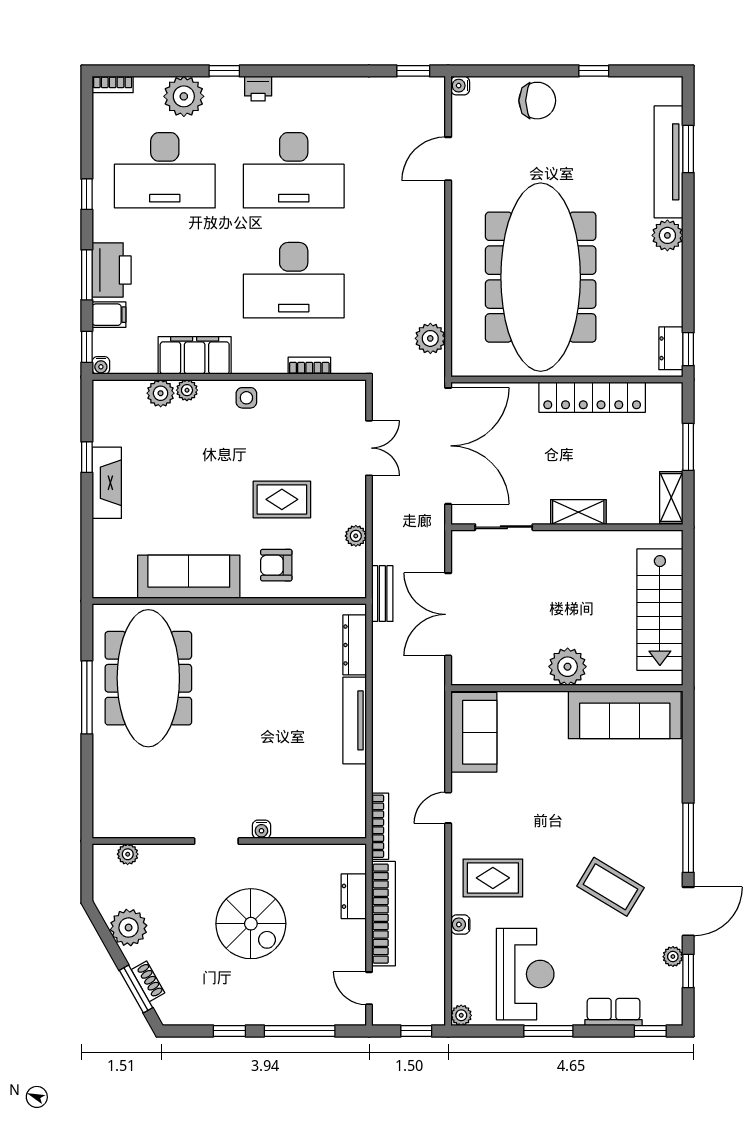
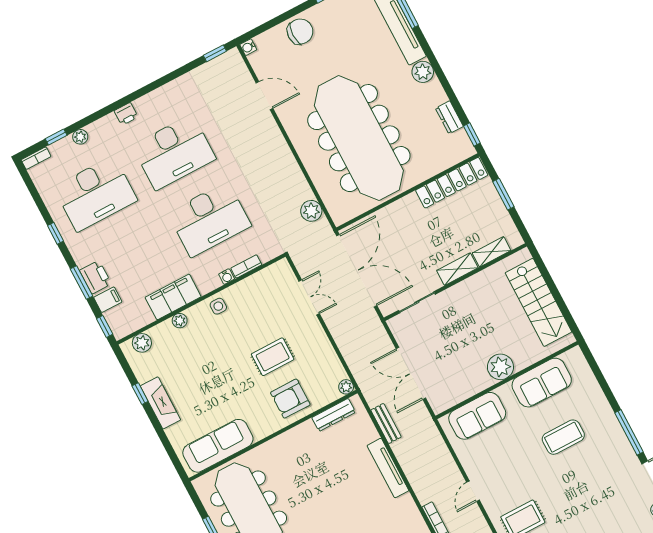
window: (224, 71) -> (56, 137), moved
plant: (184, 96) -> (80, 137), width x0.53, depth x0.53
door: (448, 159) -> (264, 96), swing flipped
printer: (112, 270) -> (95, 277), width x0.73, depth x0.84
dresser: (671, 348) -> (449, 117), moved
water cooler: (101, 365) -> (227, 277), moved
plant: (161, 393) -> (142, 343), moved
locker: (592, 397) -> (452, 183), moved
shelving: (671, 497) -> (492, 252), moved, turned 90
plant: (356, 536) -> (346, 387), moved
armchair: (276, 565) -> (290, 399), width x1.38, depth x1.38
sofa: (189, 577) -> (218, 446), moved
bench: (382, 594) -> (386, 423), moved
dresser: (355, 645) -> (334, 415), moved, turned -90
sofa: (625, 715) -> (542, 383), width x0.73
sofa: (474, 732) -> (477, 416), moved, turned 90
coffee table: (610, 887) -> (563, 437), moved, turned -31

